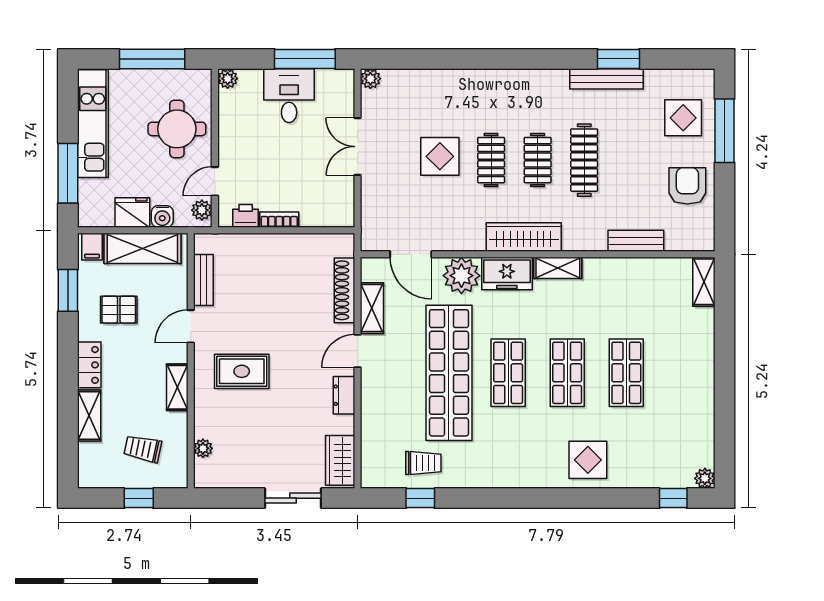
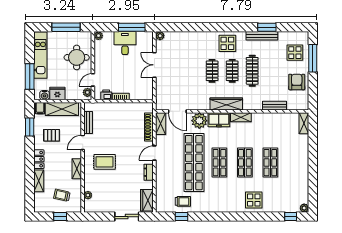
display table: (440, 156) -> (227, 43), moved
water cooler: (162, 216) -> (45, 95), moved
shelving: (372, 308) -> (161, 124), moved

